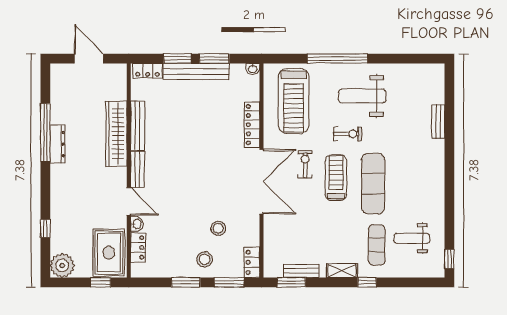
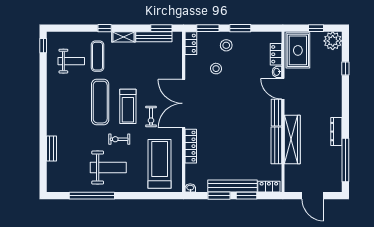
window: (337, 59) -> (92, 196), moved
window: (45, 133) -> (345, 160), moved
bench: (301, 271) -> (154, 37), width x1.36
window: (101, 282) -> (316, 28), moved

